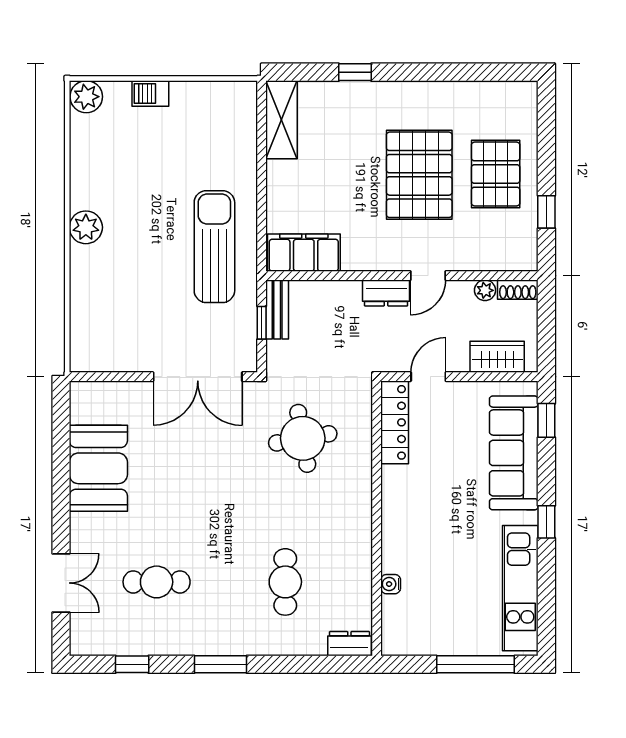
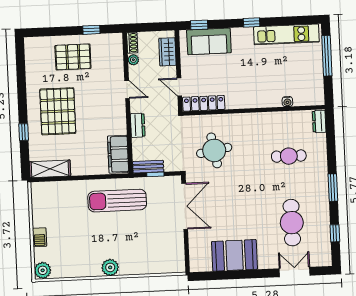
pallet: (419, 175) -> (58, 111), moved, turned 90
dresser: (386, 293) -> (138, 125), moved
sofa: (514, 453) -> (209, 41), width x0.73
cafe table: (157, 582) -> (292, 223), width x1.37, depth x1.35

